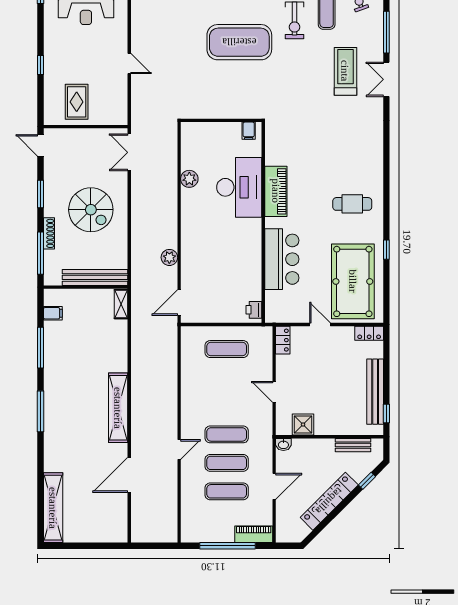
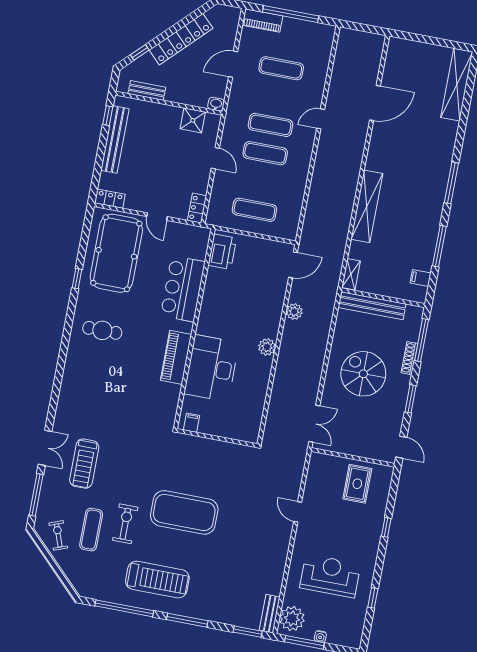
plant: (189, 179) -> (267, 347), moved
printer: (254, 310) -> (222, 252), width x1.87, depth x1.48
shelving: (118, 408) -> (367, 206), moved
exercise mat: (227, 463) -> (265, 153), moved

